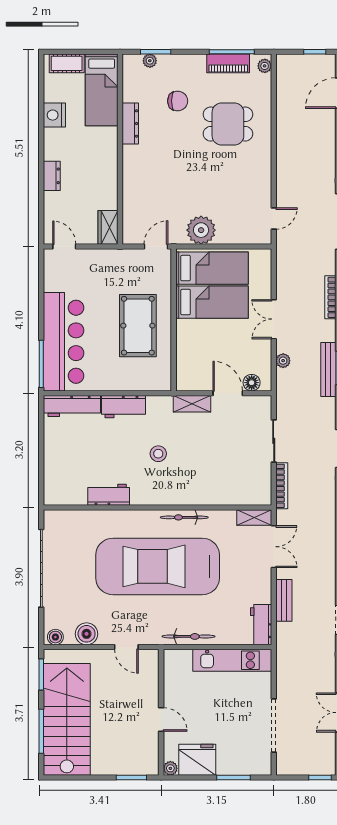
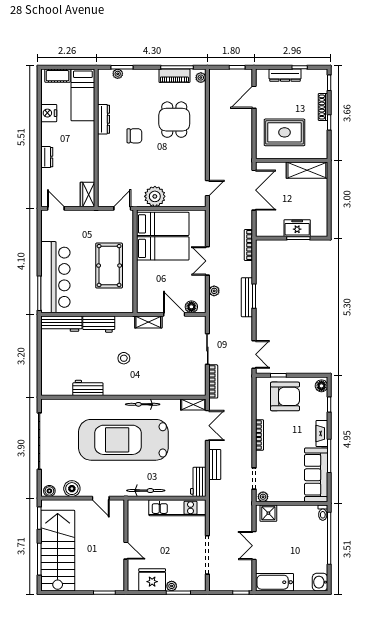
chair: (178, 101) -> (134, 136), moved
dining table: (228, 124) -> (174, 120), turned 90
plant: (170, 768) -> (172, 586), moved

